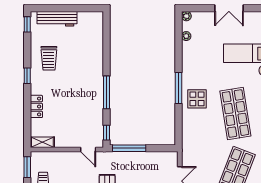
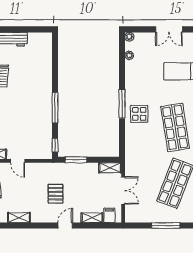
window: (129, 148) -> (76, 160), width x0.69
door: (88, 149) -> (18, 161), moved
shelving: (166, 157) -> (110, 168), added

